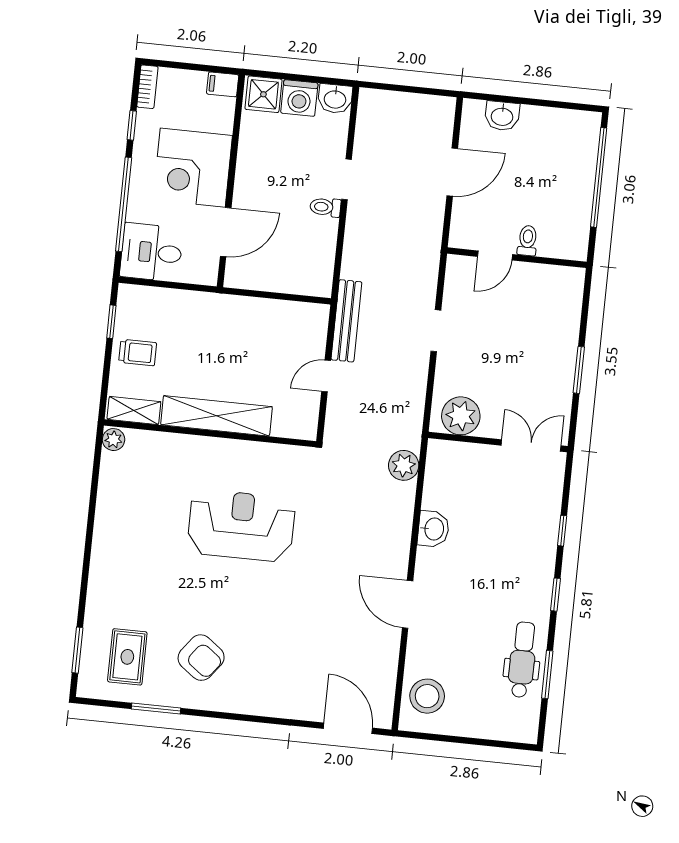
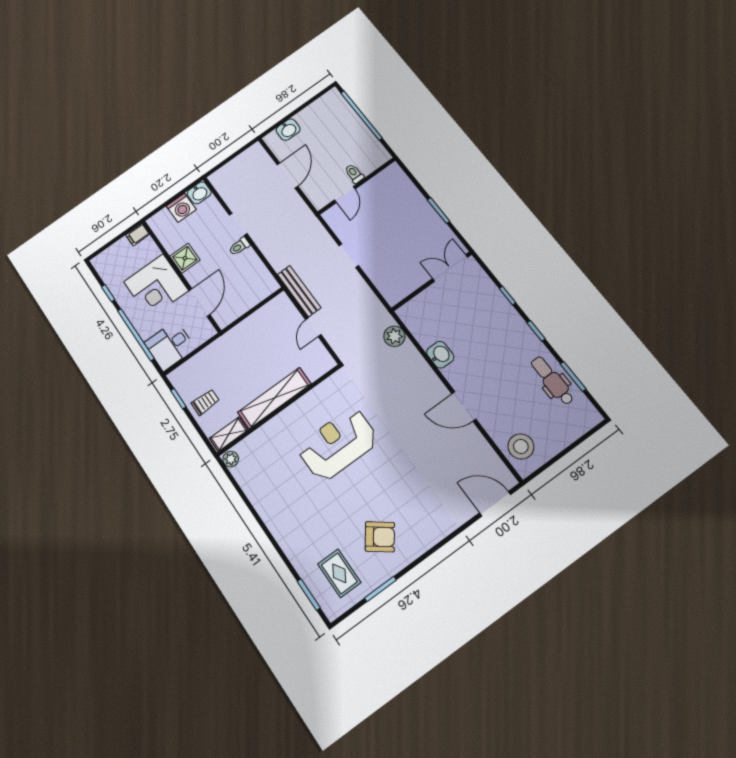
bookcase: (147, 87) -> (101, 268), removed
shower: (263, 94) -> (185, 258), moved
plant: (461, 416) -> (400, 285), removed

